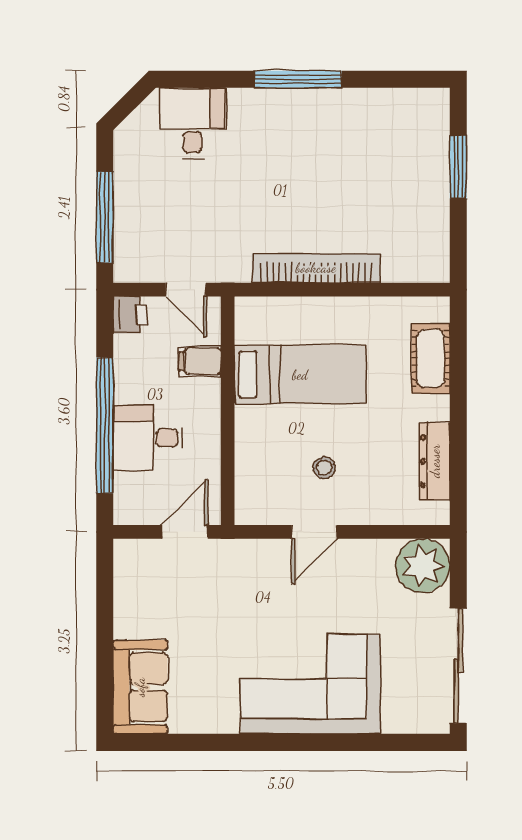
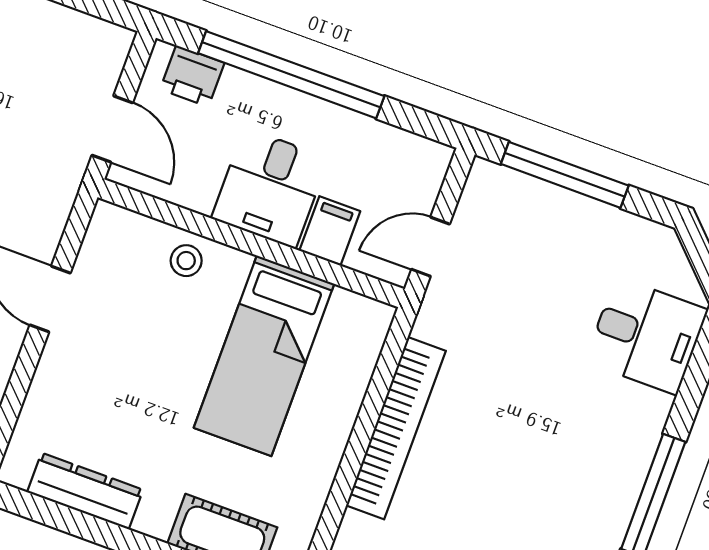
printer: (130, 315) -> (192, 76), moved
desk: (148, 438) -> (270, 188), moved, turned 180
stool: (324, 468) -> (186, 261), moved

